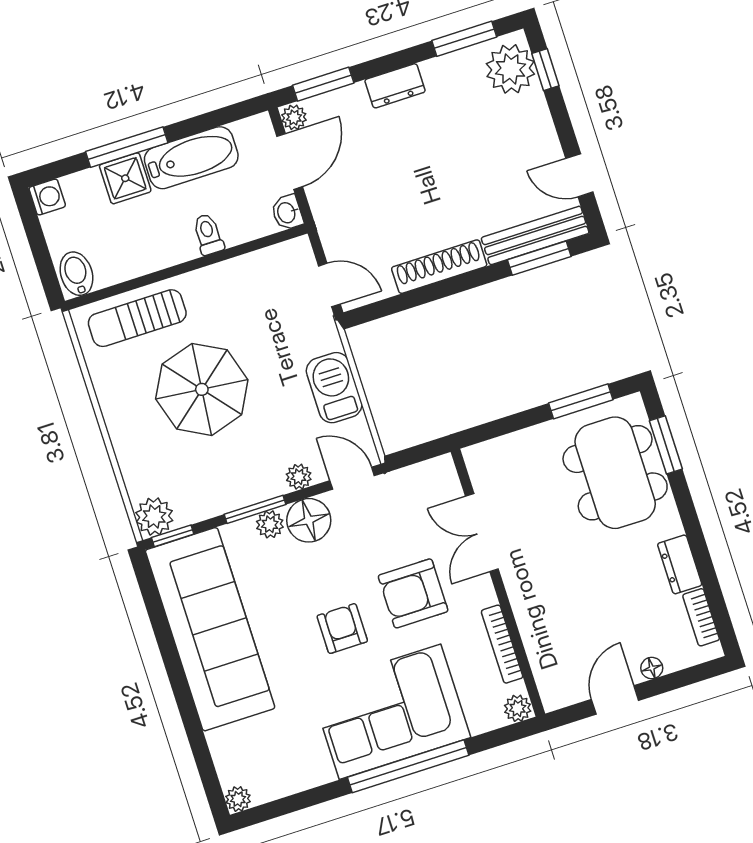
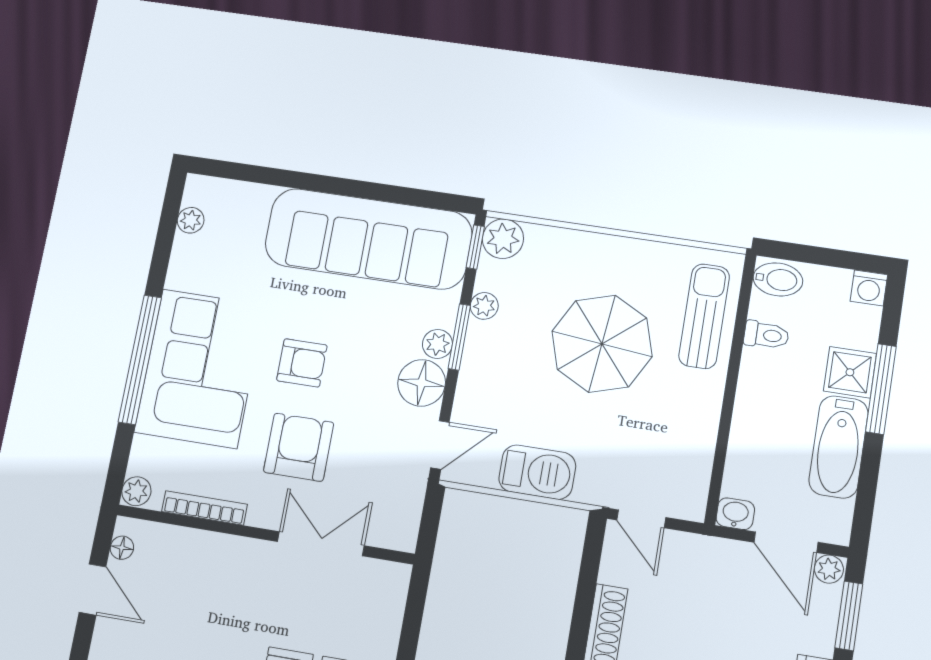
toilet: (208, 234) -> (766, 335), moved
door: (329, 285) -> (641, 519), hinge flipped
plant: (299, 477) -> (484, 306), moved
floor lamp: (652, 668) -> (122, 548), moved
plant: (238, 799) -> (191, 220), moved

